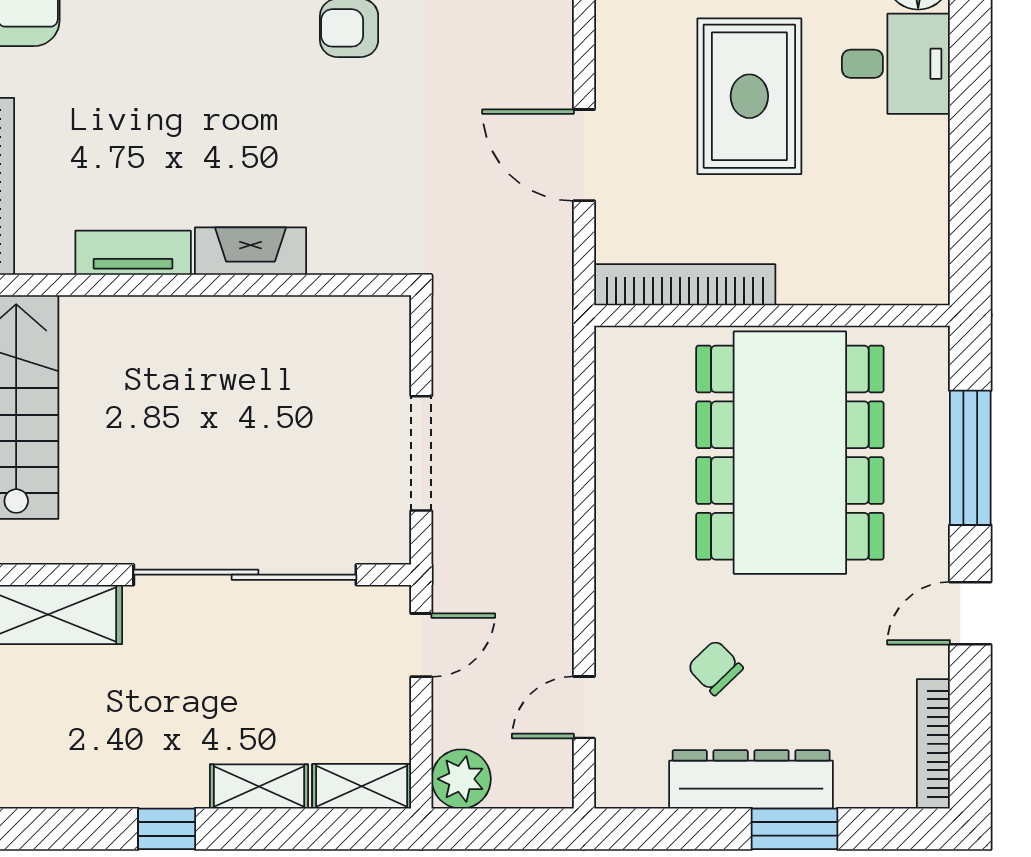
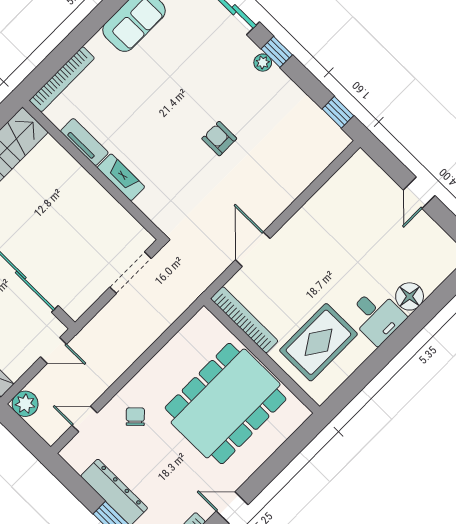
rug: (749, 96) -> (318, 342), moved
doorway: (421, 453) -> (131, 273), moved
window: (970, 458) -> (279, 460), removed
chair: (715, 668) -> (135, 417), moved

